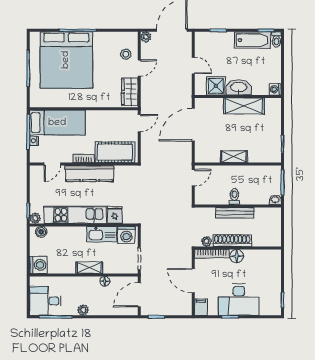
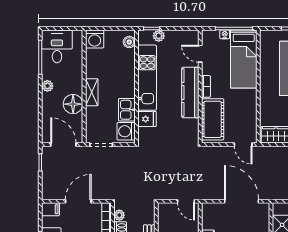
plant: (35, 218) -> (159, 36), moved
kitchen sink: (102, 234) -> (127, 110), width x0.73
floor lamp: (105, 281) -> (73, 104), width x1.89, depth x1.89

